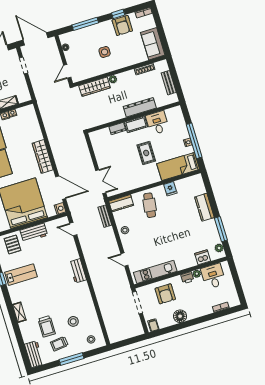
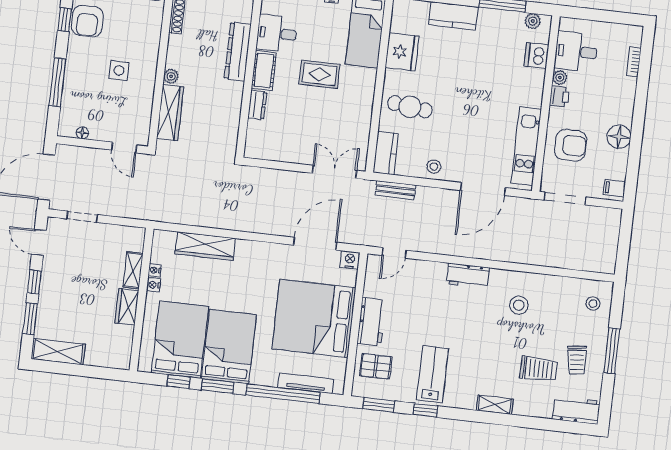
armchair: (122, 25) -> (87, 21), turned 90
wardrobe: (43, 156) -> (205, 246), moved
fridge: (170, 189) -> (402, 52), width x1.88, depth x1.34
door: (124, 260) -> (483, 189), width x1.87
stool: (73, 321) -> (519, 305), moved

